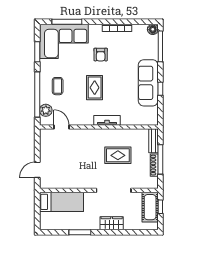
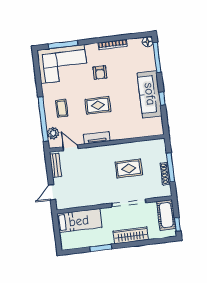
window: (37, 52) -> (38, 77), removed
rug: (95, 88) -> (98, 105), turned 90
tv unit: (107, 120) -> (97, 138), moved
bench: (153, 141) -> (56, 165), moved
window: (160, 207) -> (178, 224), moved
wardrobe: (112, 223) -> (131, 235), width x1.50

